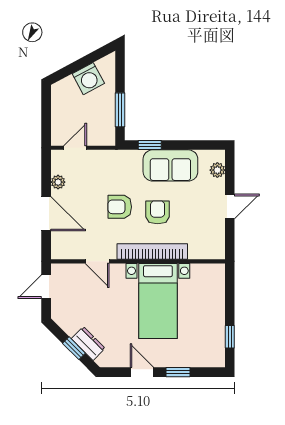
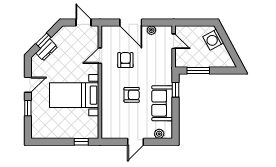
washing machine: (88, 79) -> (213, 40), moved
armchair: (120, 207) -> (125, 60), moved
door: (230, 207) -> (135, 142), hinge flipped
door: (46, 214) -> (131, 23), hinge flipped
bookcase: (152, 252) -> (106, 91), removed
window: (230, 337) -> (81, 142), moved

